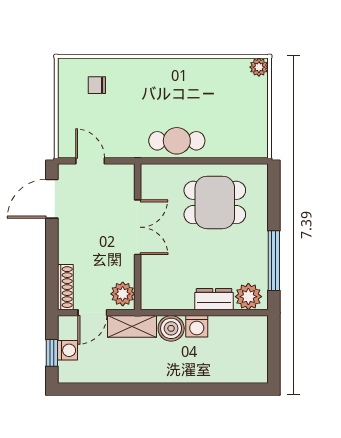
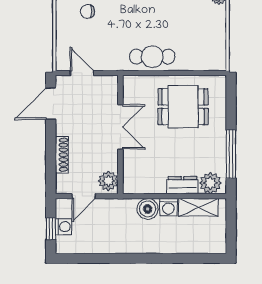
shoe rack: (65, 287) -> (62, 155), moved
shelving: (132, 326) -> (198, 207), moved

